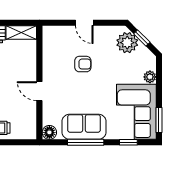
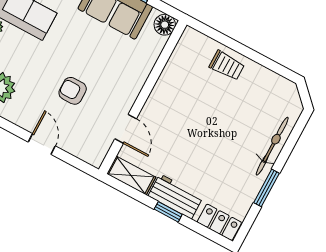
door: (39, 91) -> (126, 129), moved

